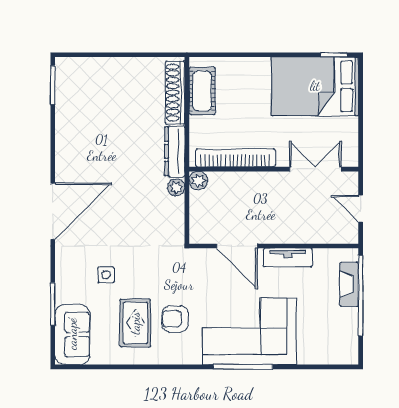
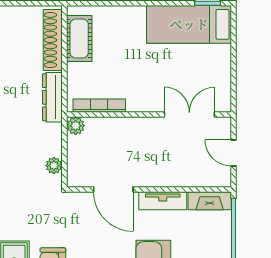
bed: (315, 86) -> (189, 24), width x0.67
bookcase: (235, 158) -> (99, 106), width x0.68, depth x0.76
plant: (176, 187) -> (54, 166), moved
fireplace: (349, 284) -> (210, 201), moved, turned -90

